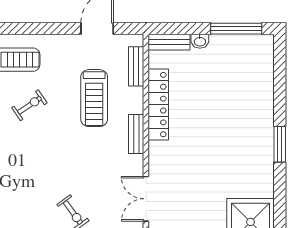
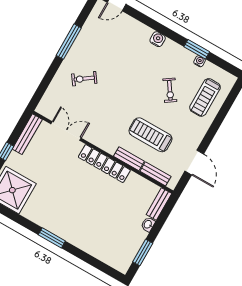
window: (236, 29) -> (143, 253), width x0.69
locker: (158, 105) -> (104, 164), moved
bench: (136, 134) -> (129, 159), moved

